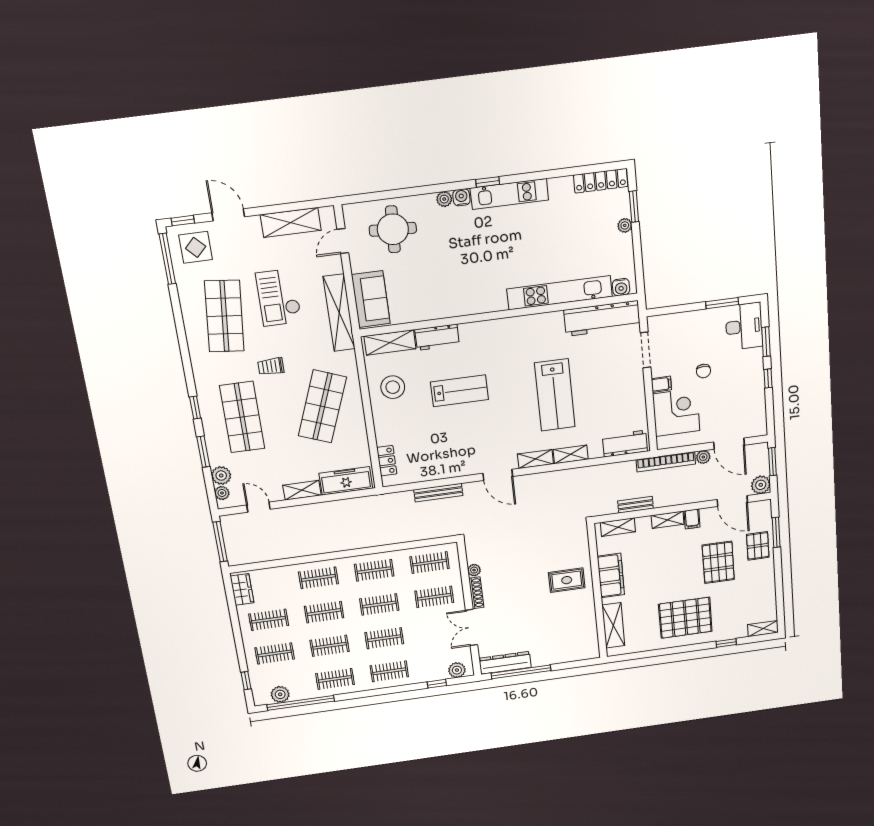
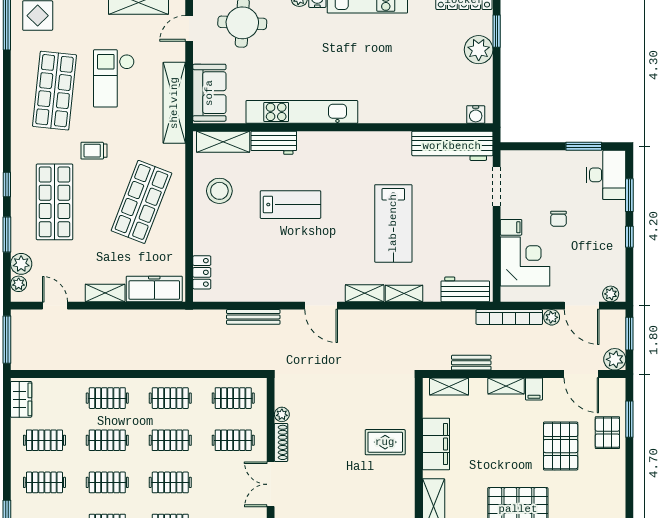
plant: (625, 225) -> (479, 50), width x1.88, depth x1.88
kitchen unit: (560, 293) -> (302, 112), moved
plant: (754, 430) -> (611, 294), added

